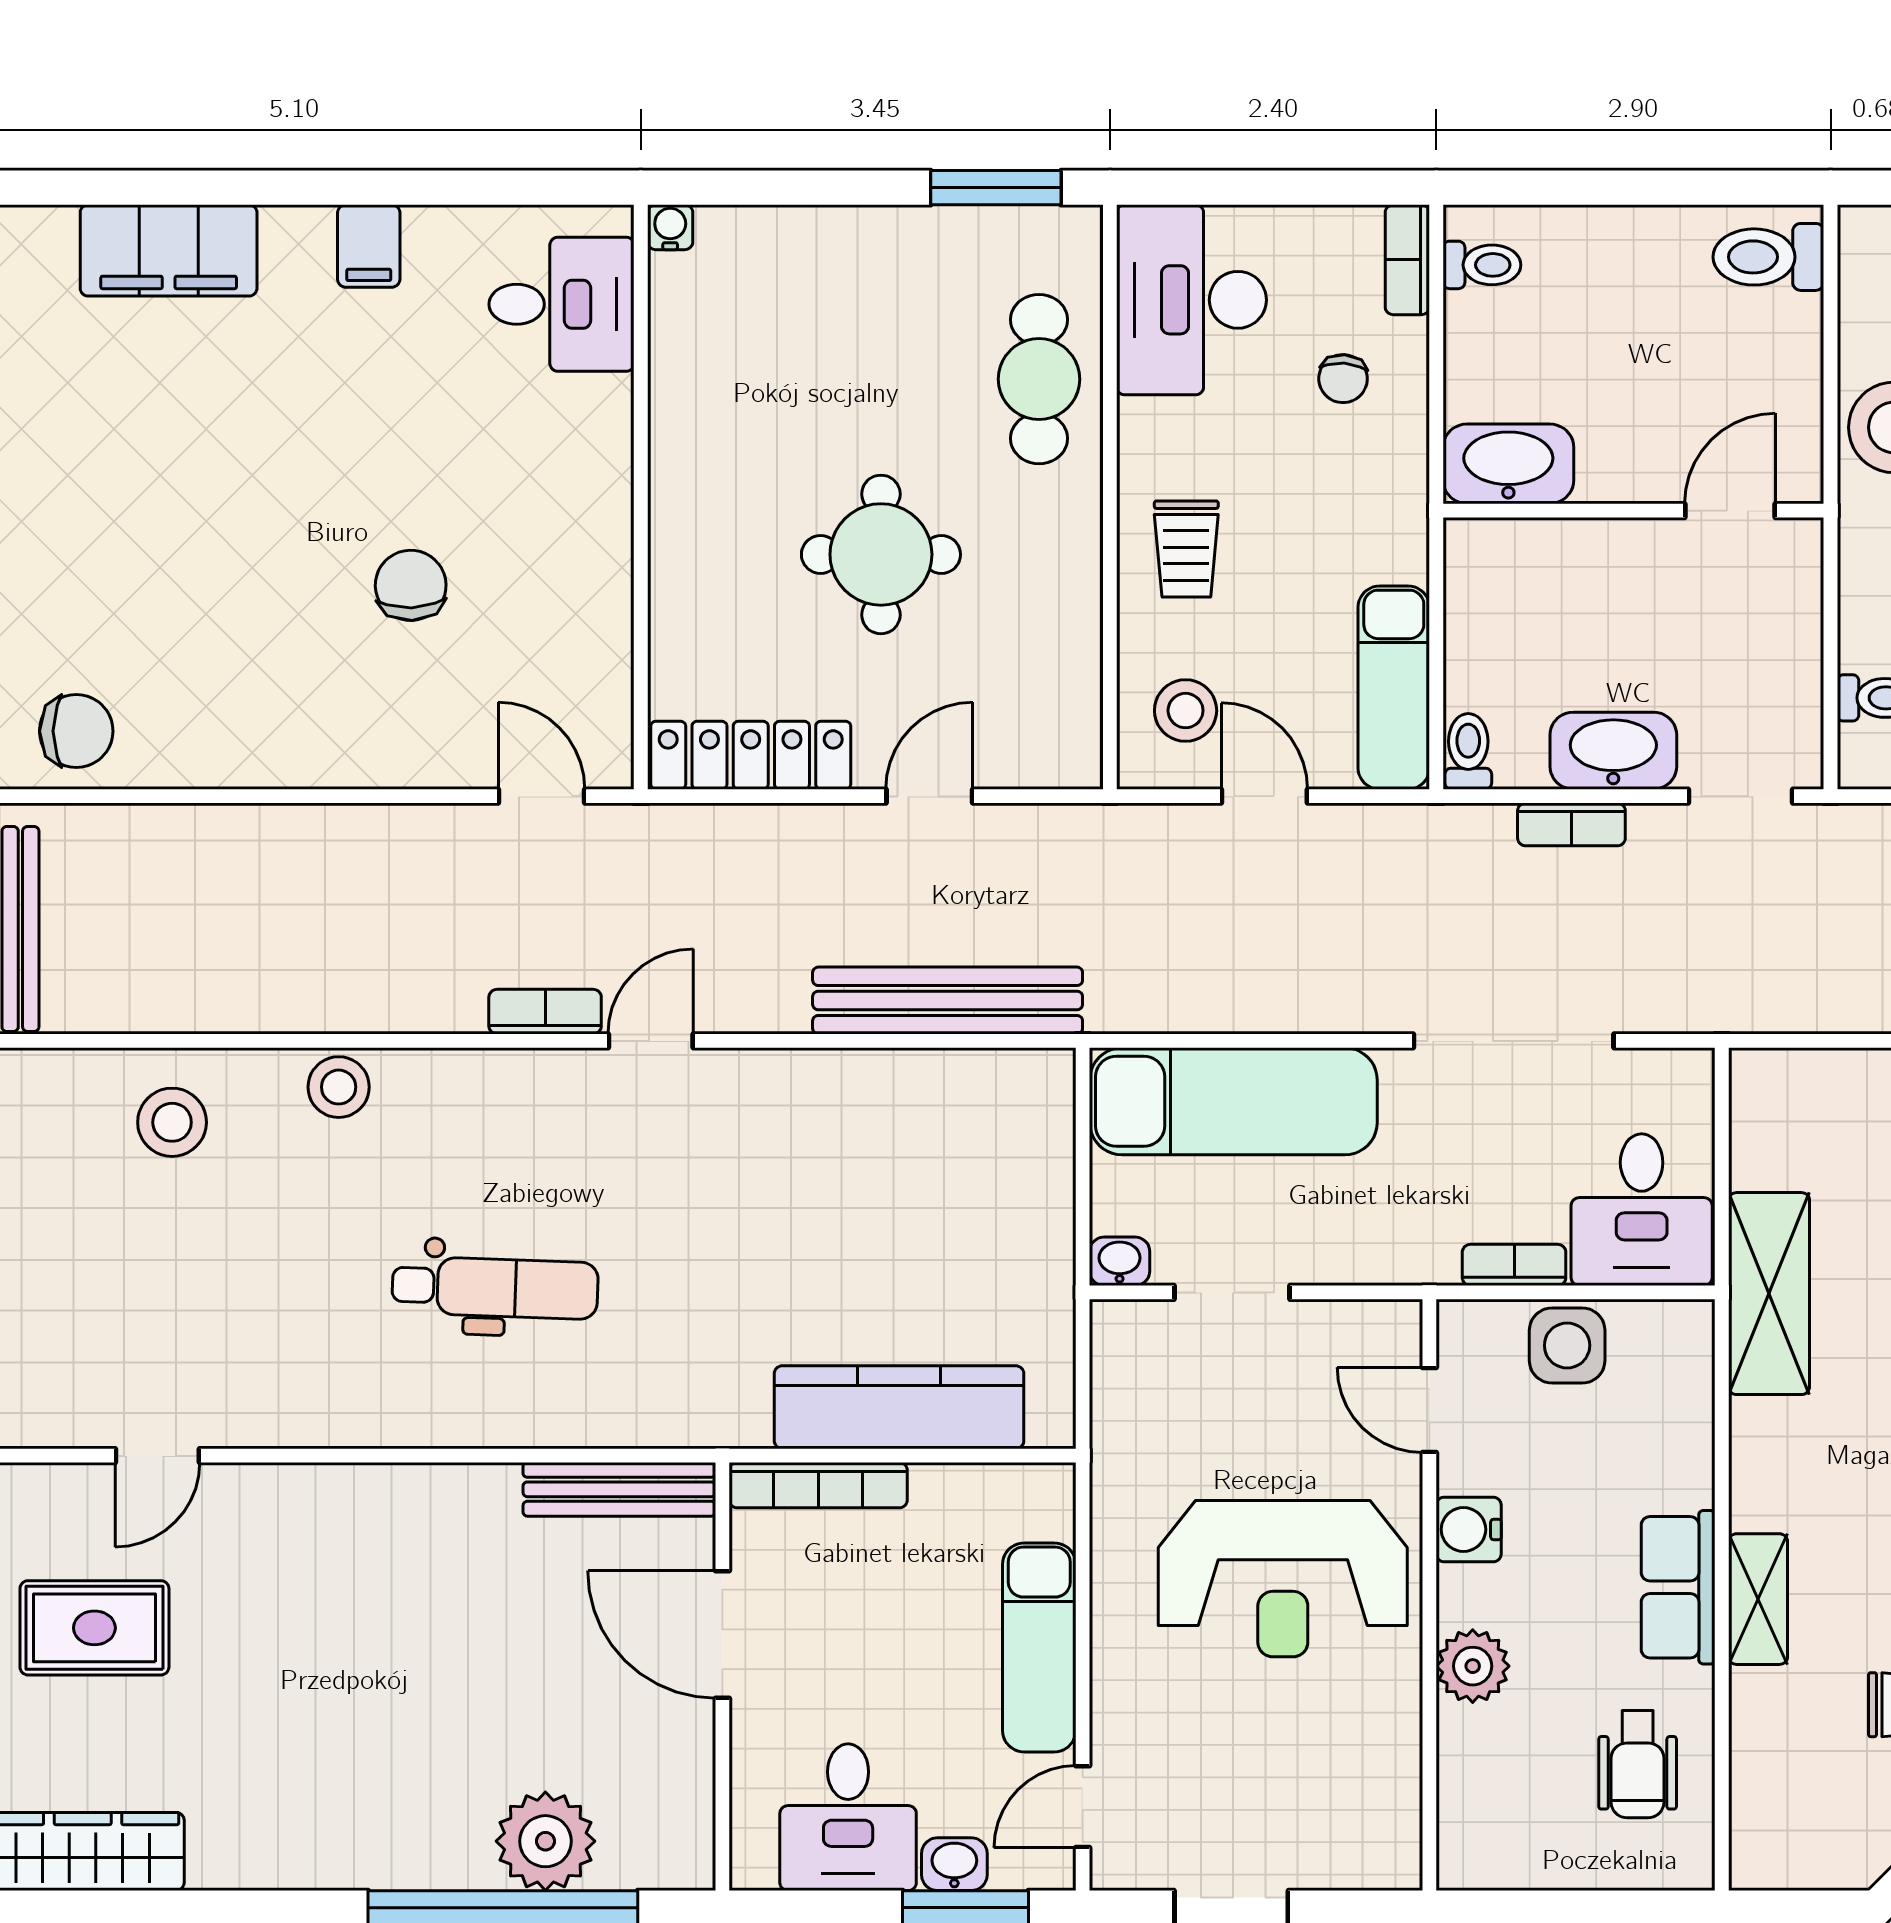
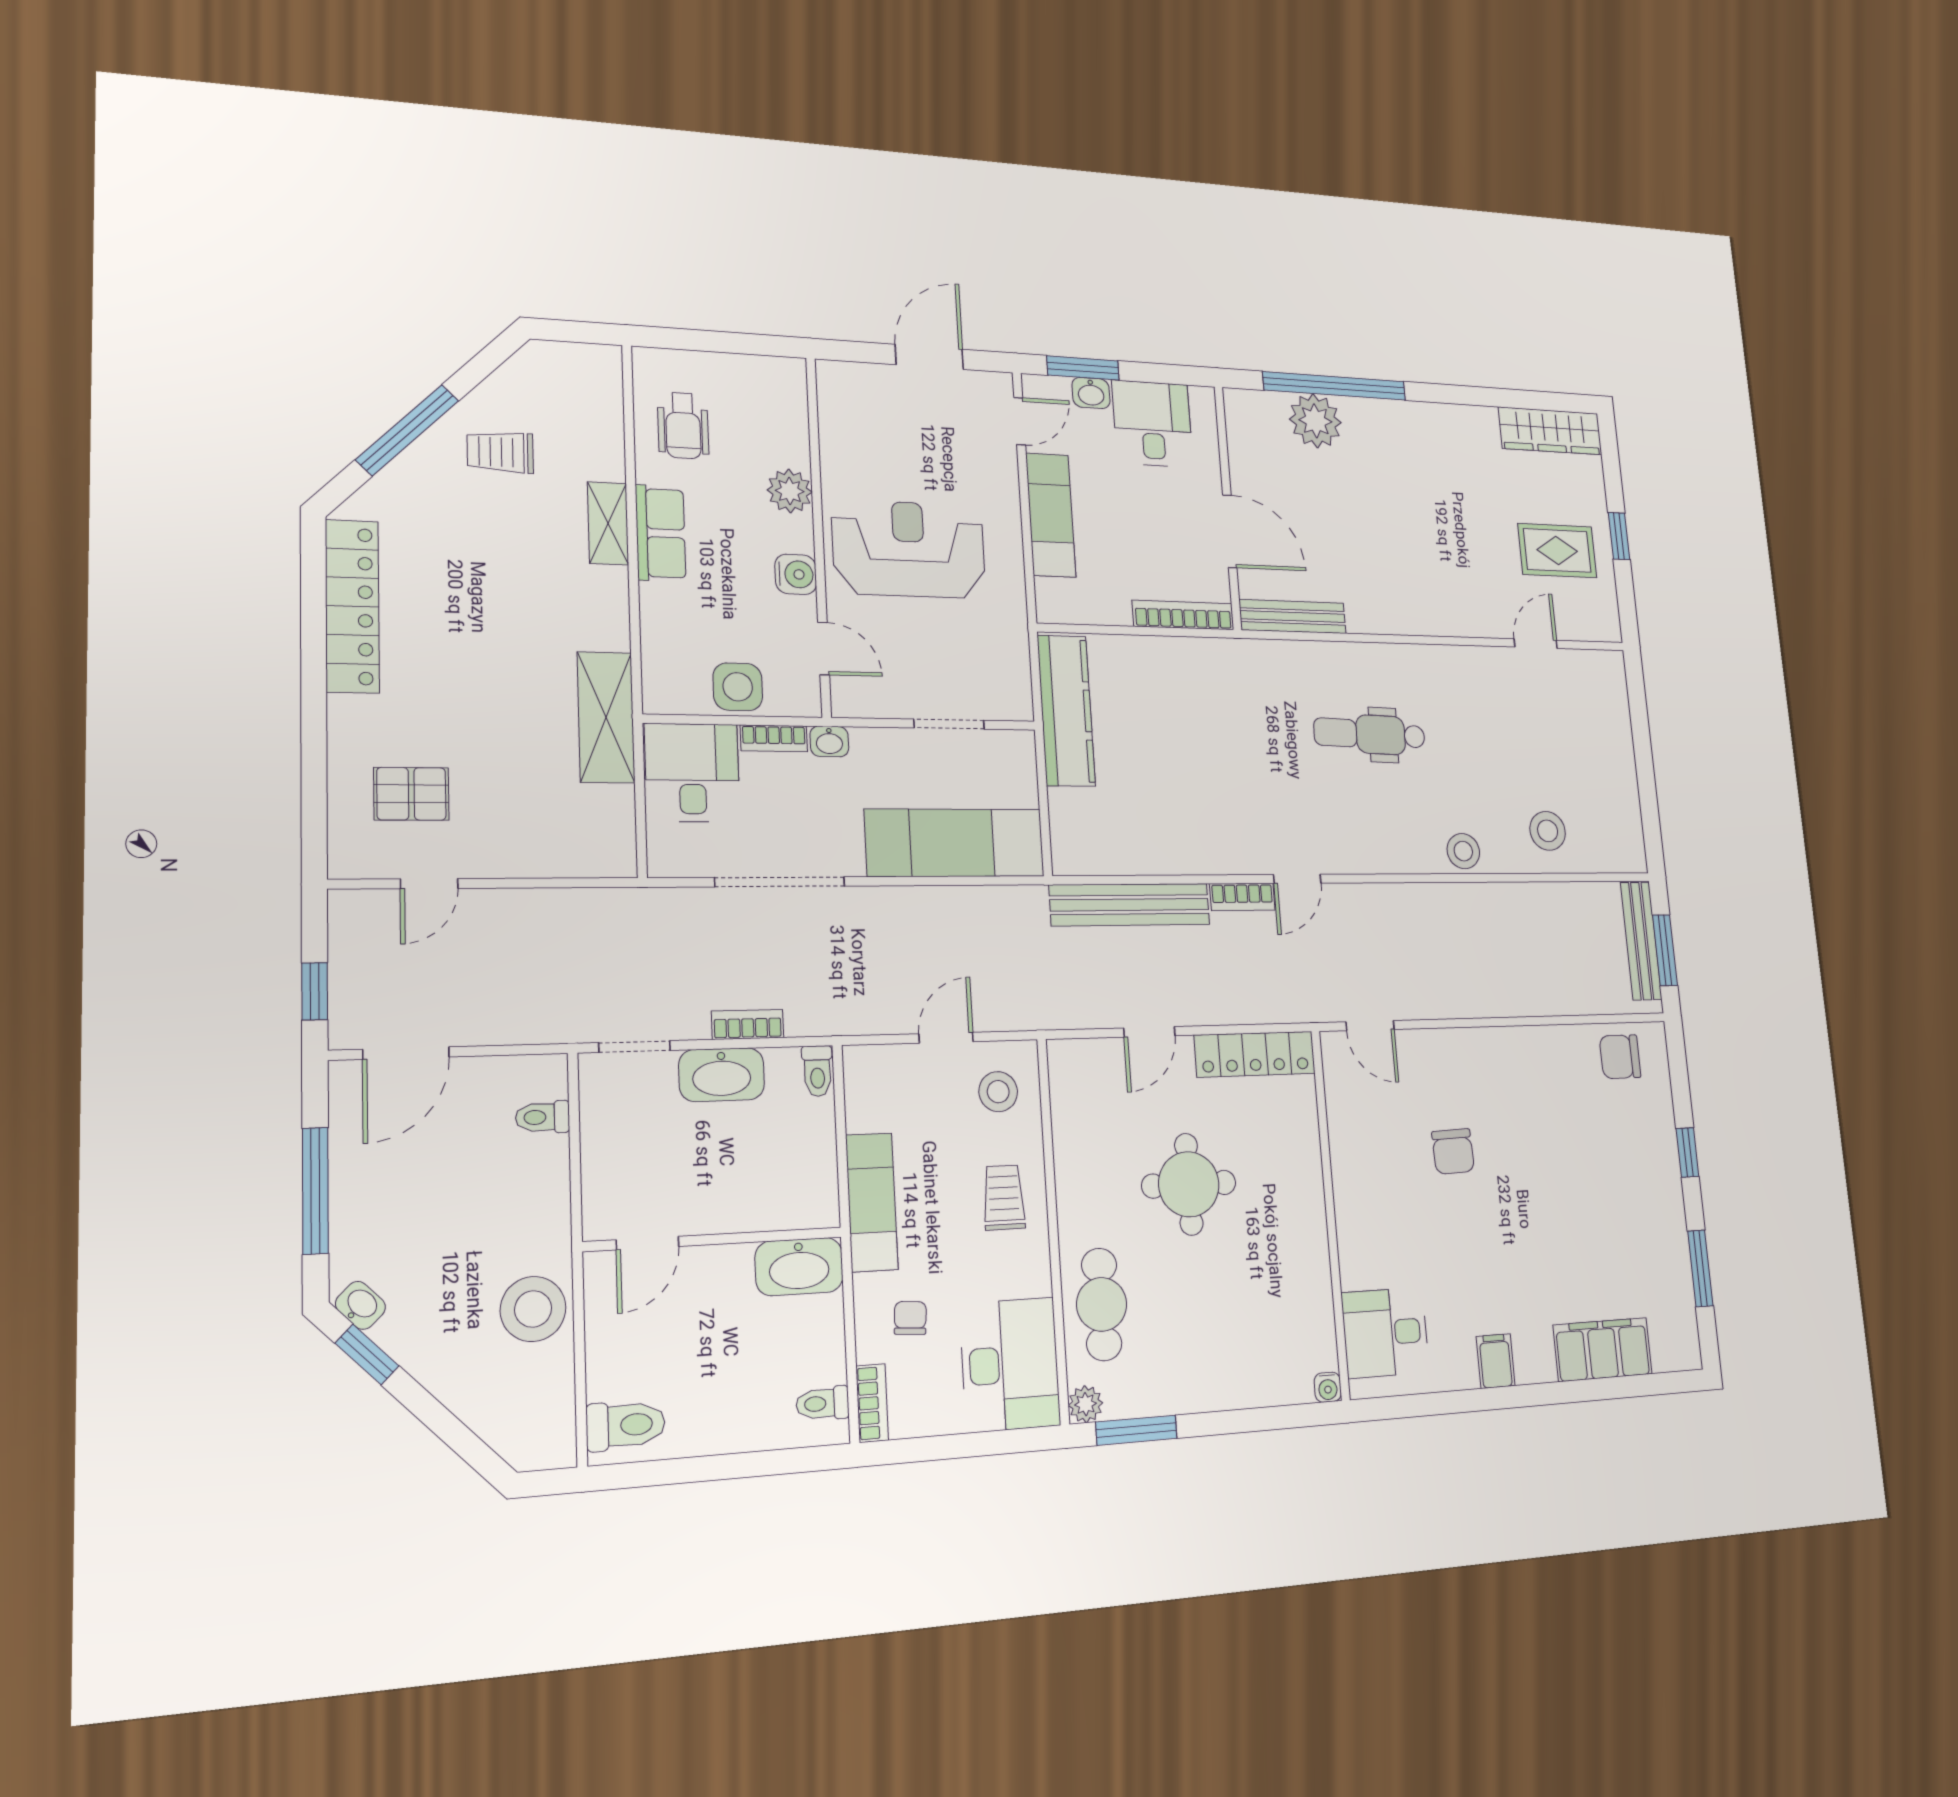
plant: (1075, 233) -> (1086, 1404), added
exam couch: (1394, 688) -> (872, 1202), moved
door: (1264, 796) -> (946, 1038), swing flipped
bookcase: (545, 1012) -> (1242, 897), moved
washbasin: (1120, 1261) -> (829, 741), moved
kitchen counter: (899, 1407) -> (1066, 711), moved, turned -90
wheelchair: (1638, 1764) -> (683, 426), turned 180

